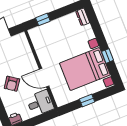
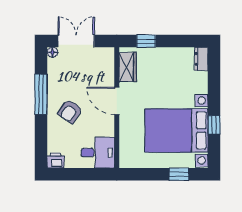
wardrobe: (38, 41) -> (128, 67), added
door: (44, 78) -> (117, 101), moved
window: (87, 101) -> (179, 174), moved

